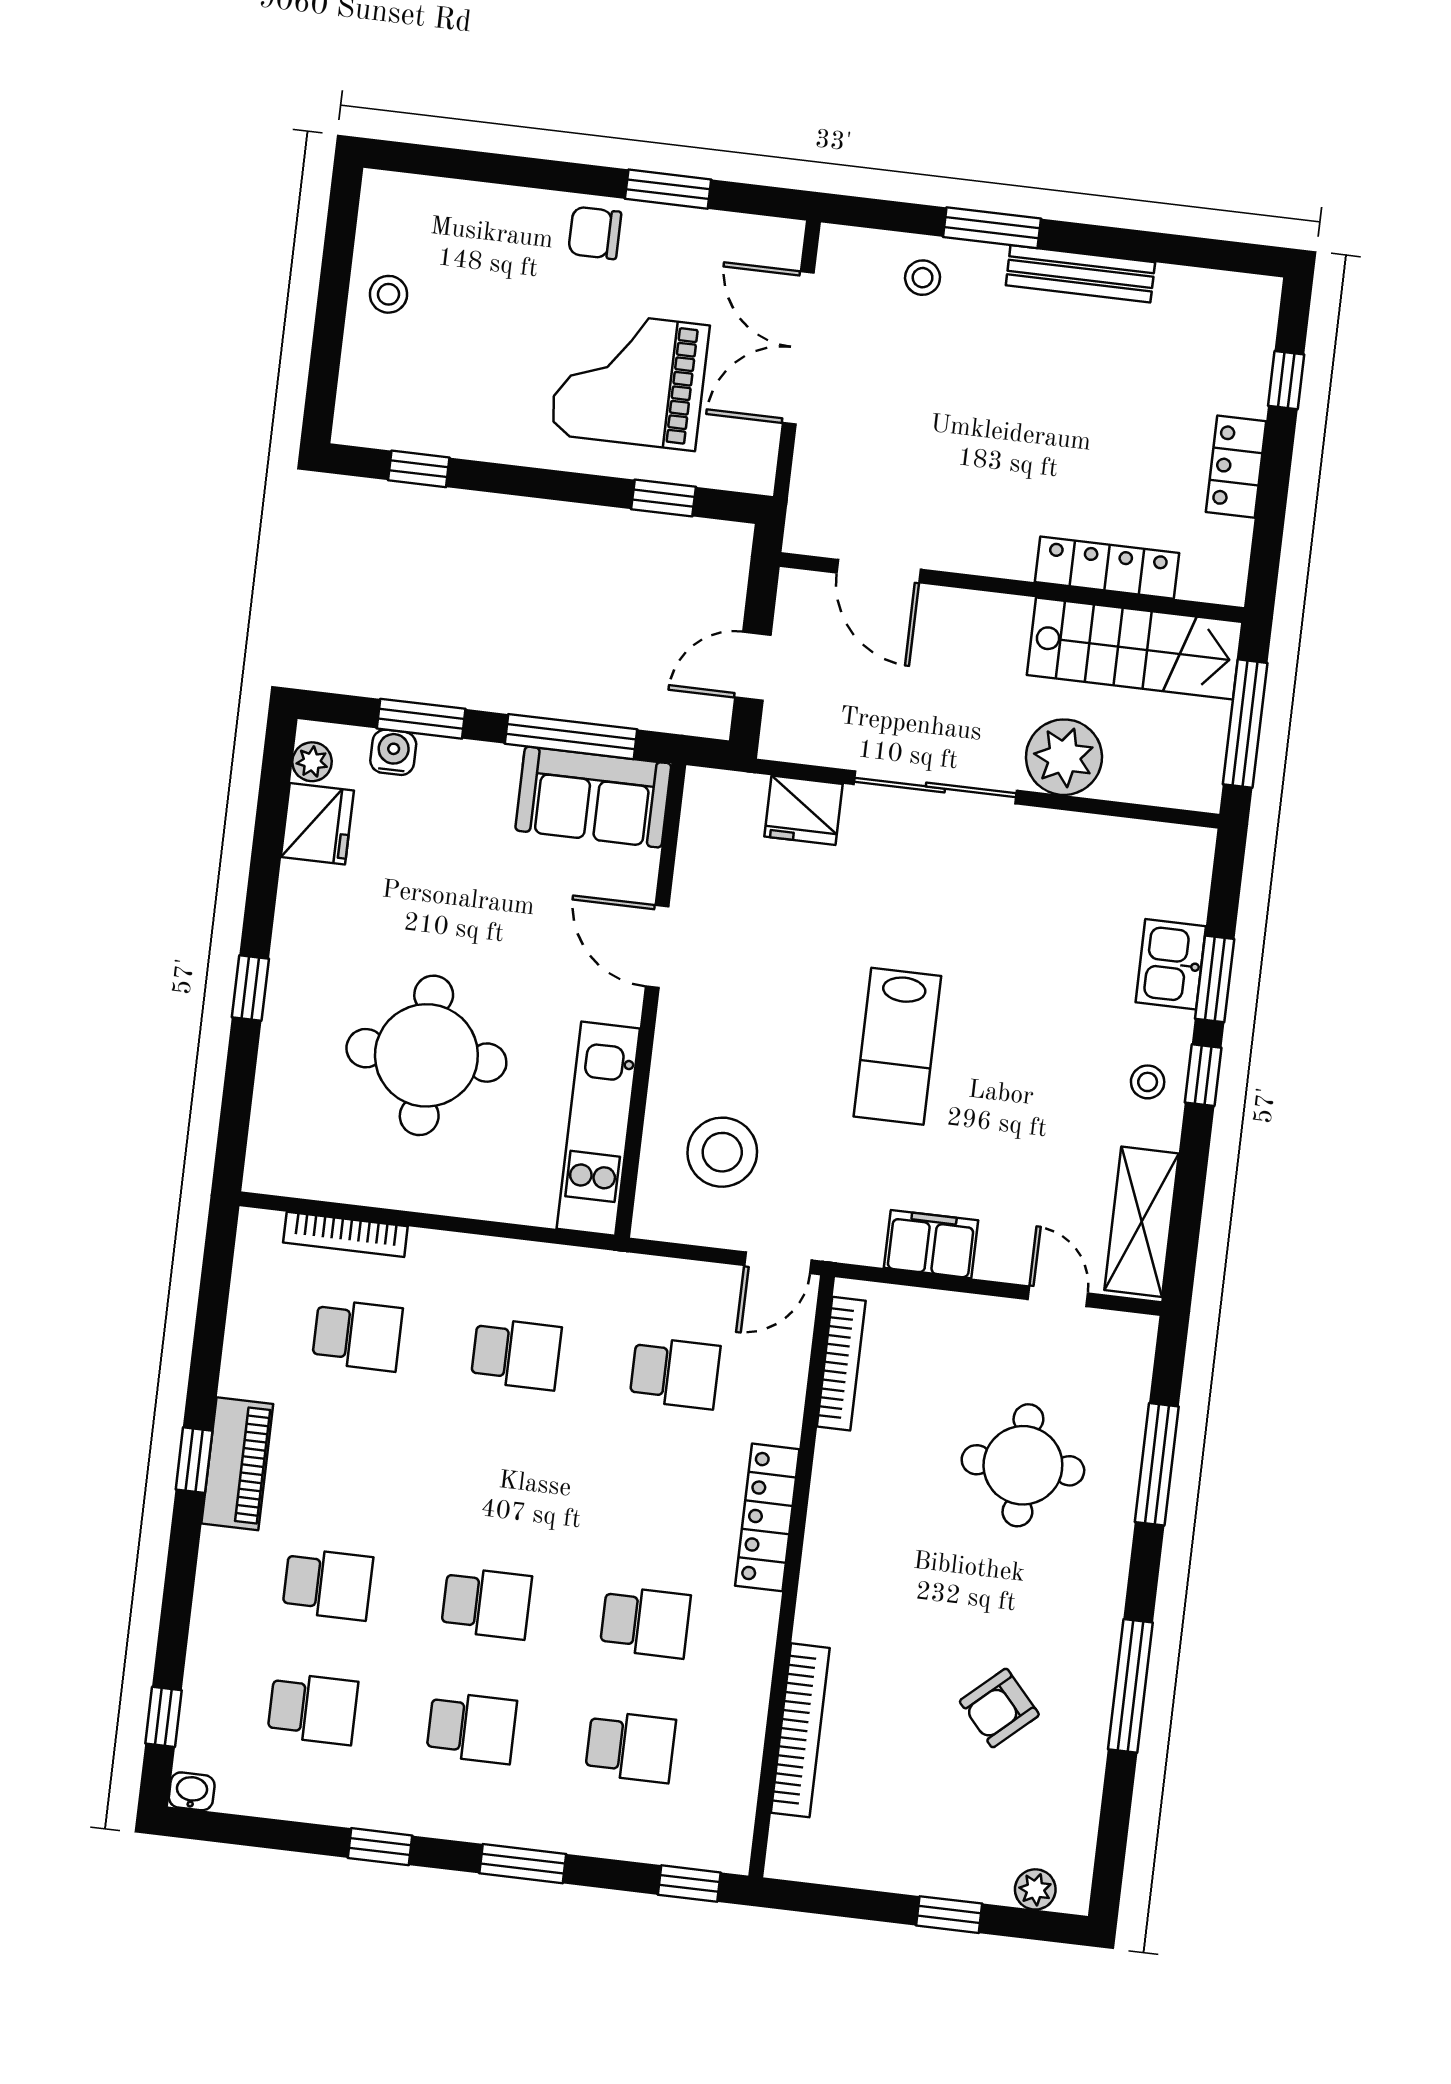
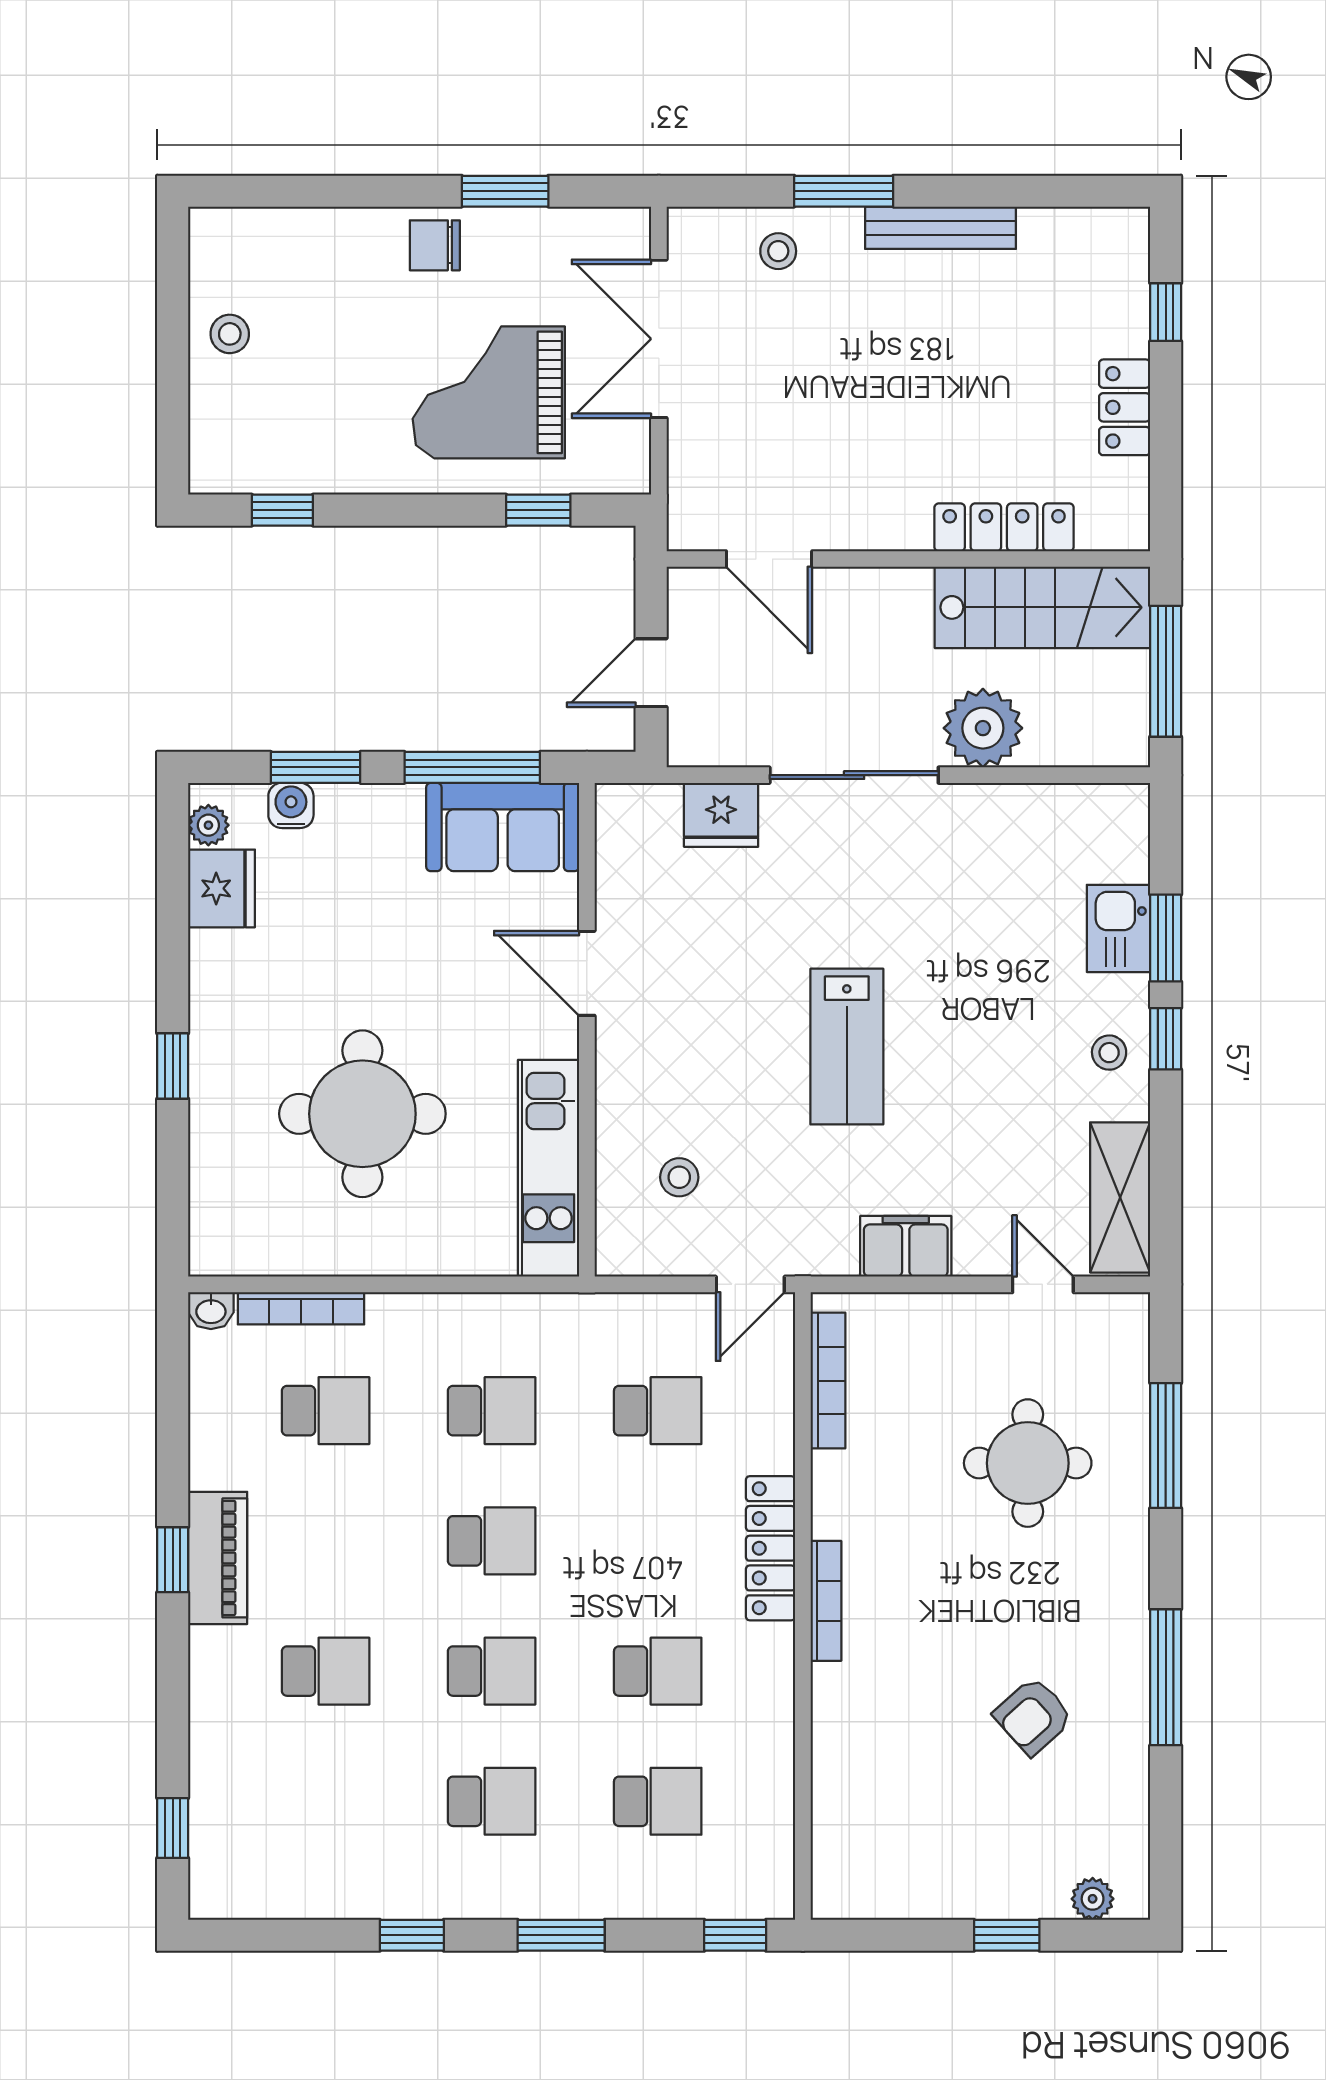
stool: (722, 1152) -> (679, 1177), width x0.53, depth x0.53
school desk: (313, 1709) -> (492, 1541), moved
bookcase: (800, 1730) -> (826, 1601), moved, width x0.68, depth x0.76
washbasin: (192, 1791) -> (211, 1311), moved, turned 180

